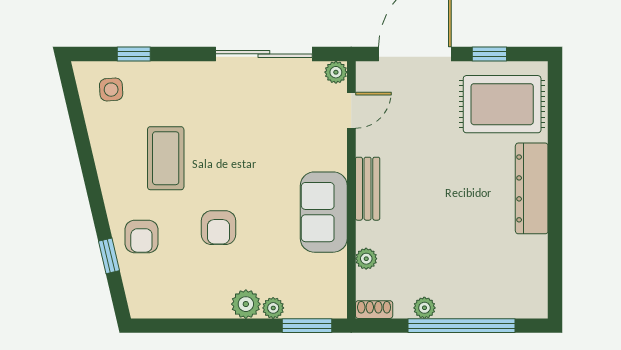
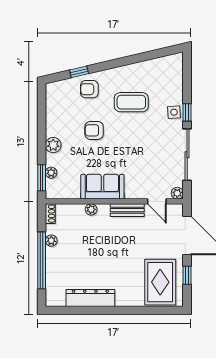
window: (134, 54) -> (187, 112), moved
side table: (111, 90) -> (174, 112), moved
dresser: (532, 188) -> (90, 298), moved
bench: (368, 189) -> (127, 210), moved
plant: (366, 259) -> (91, 209), moved
plant: (273, 308) -> (51, 173), moved

